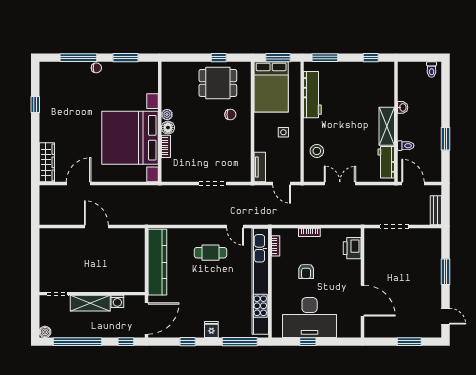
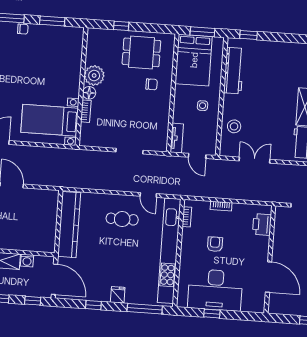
window: (219, 58) -> (121, 26), moved
window: (325, 58) -> (249, 35), width x0.67
window: (371, 58) -> (294, 38), removed
plant: (167, 115) -> (94, 75), width x1.87, depth x1.87
bed with nightstands: (130, 138) -> (50, 120), width x0.54
armchair: (306, 271) -> (215, 244), turned 180
door: (146, 318) -> (54, 279), hinge flipped

